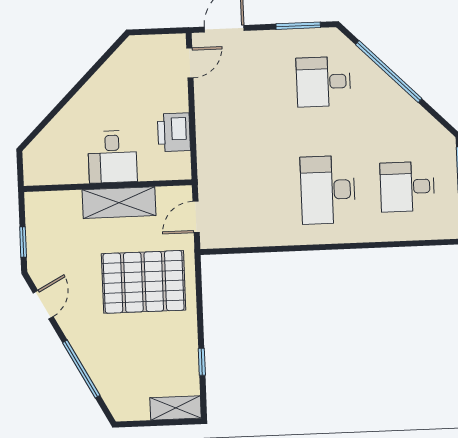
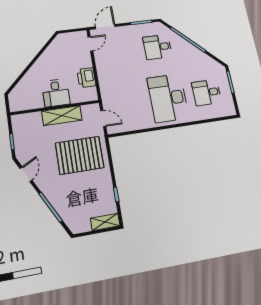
desk: (328, 190) -> (168, 98), width x1.36, depth x1.30
door: (196, 217) -> (103, 119), swing flipped

